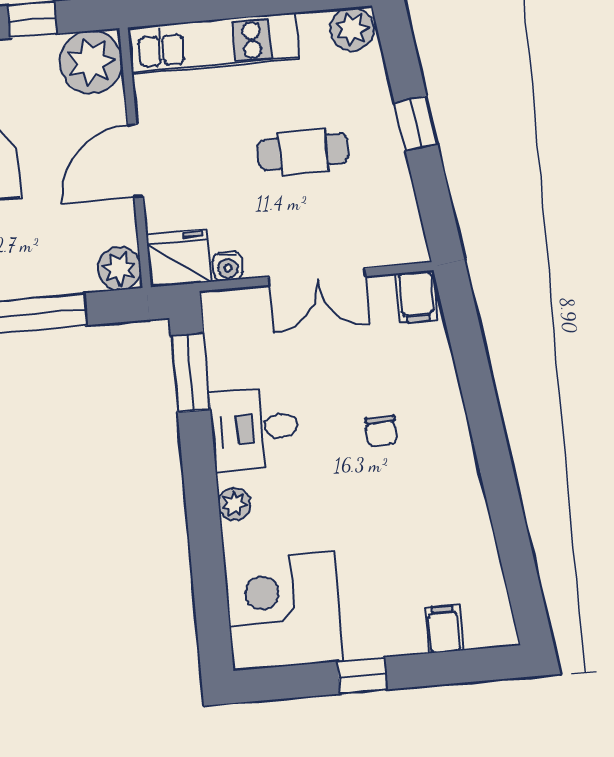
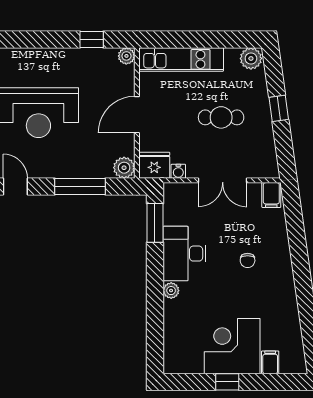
plant: (91, 62) -> (126, 56), width x0.53, depth x0.53
desk: (255, 428) -> (184, 254), width x1.37
corner desk: (283, 611) -> (232, 346), moved

